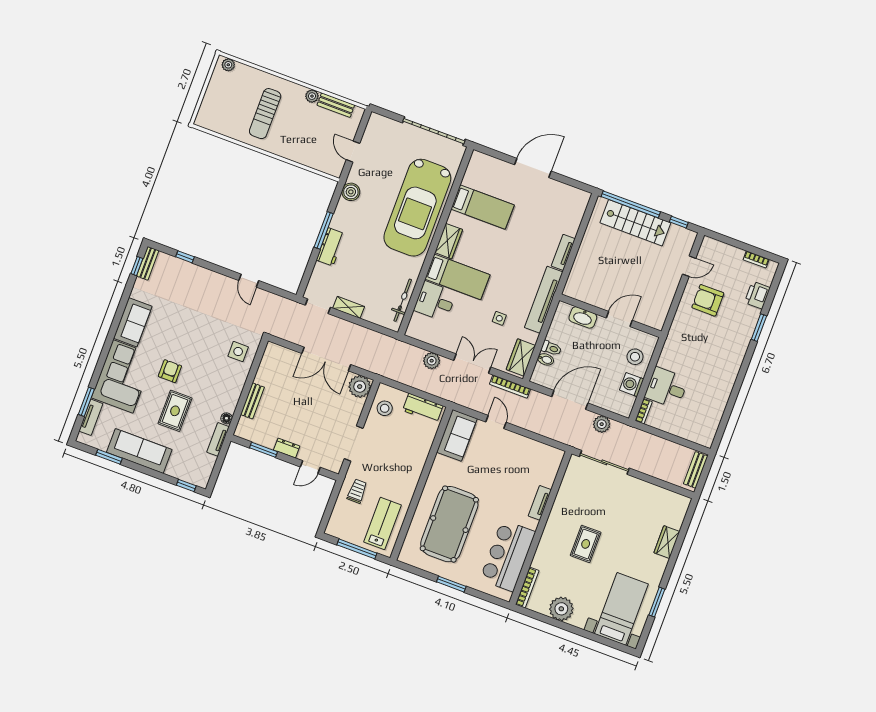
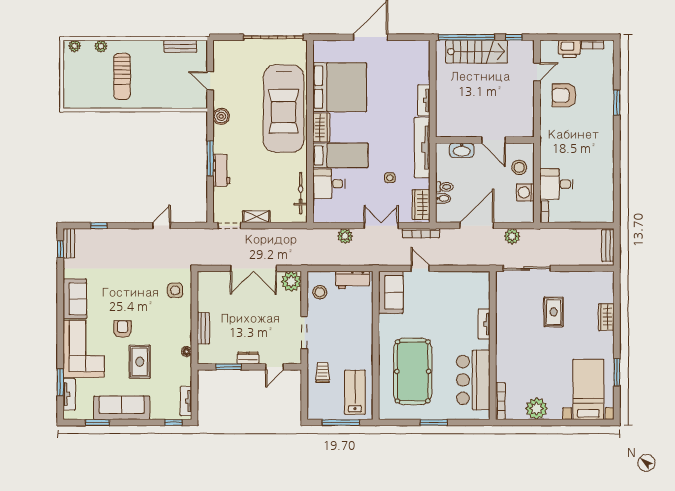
plant: (312, 96) -> (101, 46), moved
bed: (483, 207) -> (340, 87), width x2.04
door: (249, 281) -> (162, 226), swing flipped
printer: (757, 295) -> (569, 49), moved, turned -90
door: (619, 319) -> (494, 140), swing flipped
tv unit: (218, 439) -> (186, 401), moved
rug: (586, 544) -> (554, 312), moved

